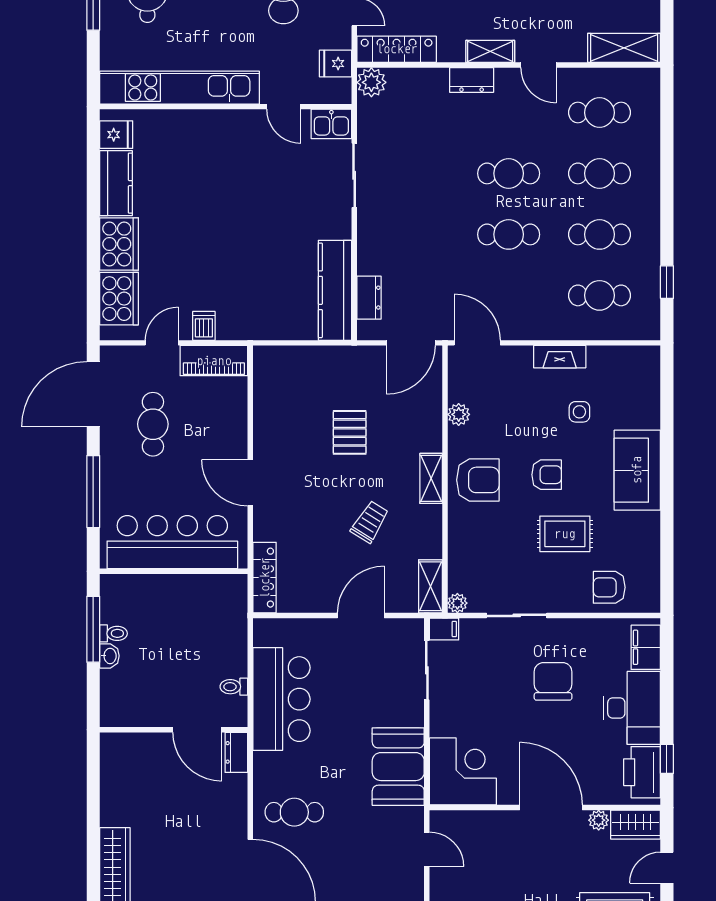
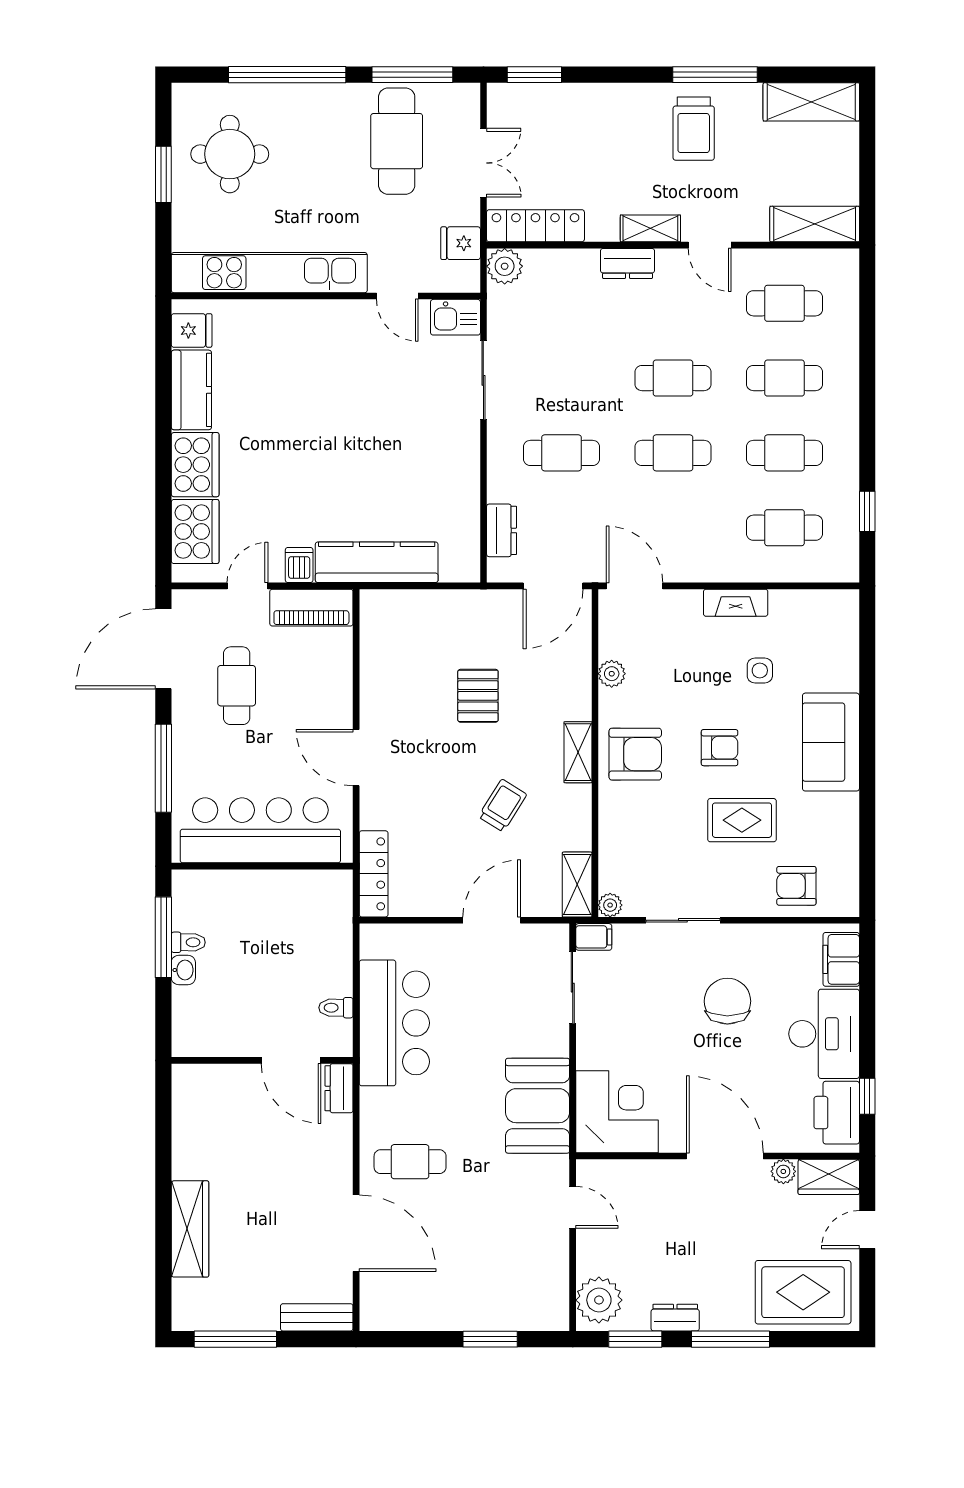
cafe table: (418, 234) -> (561, 453), added
kitchen counter: (335, 290) -> (377, 562), moved, turned 90

